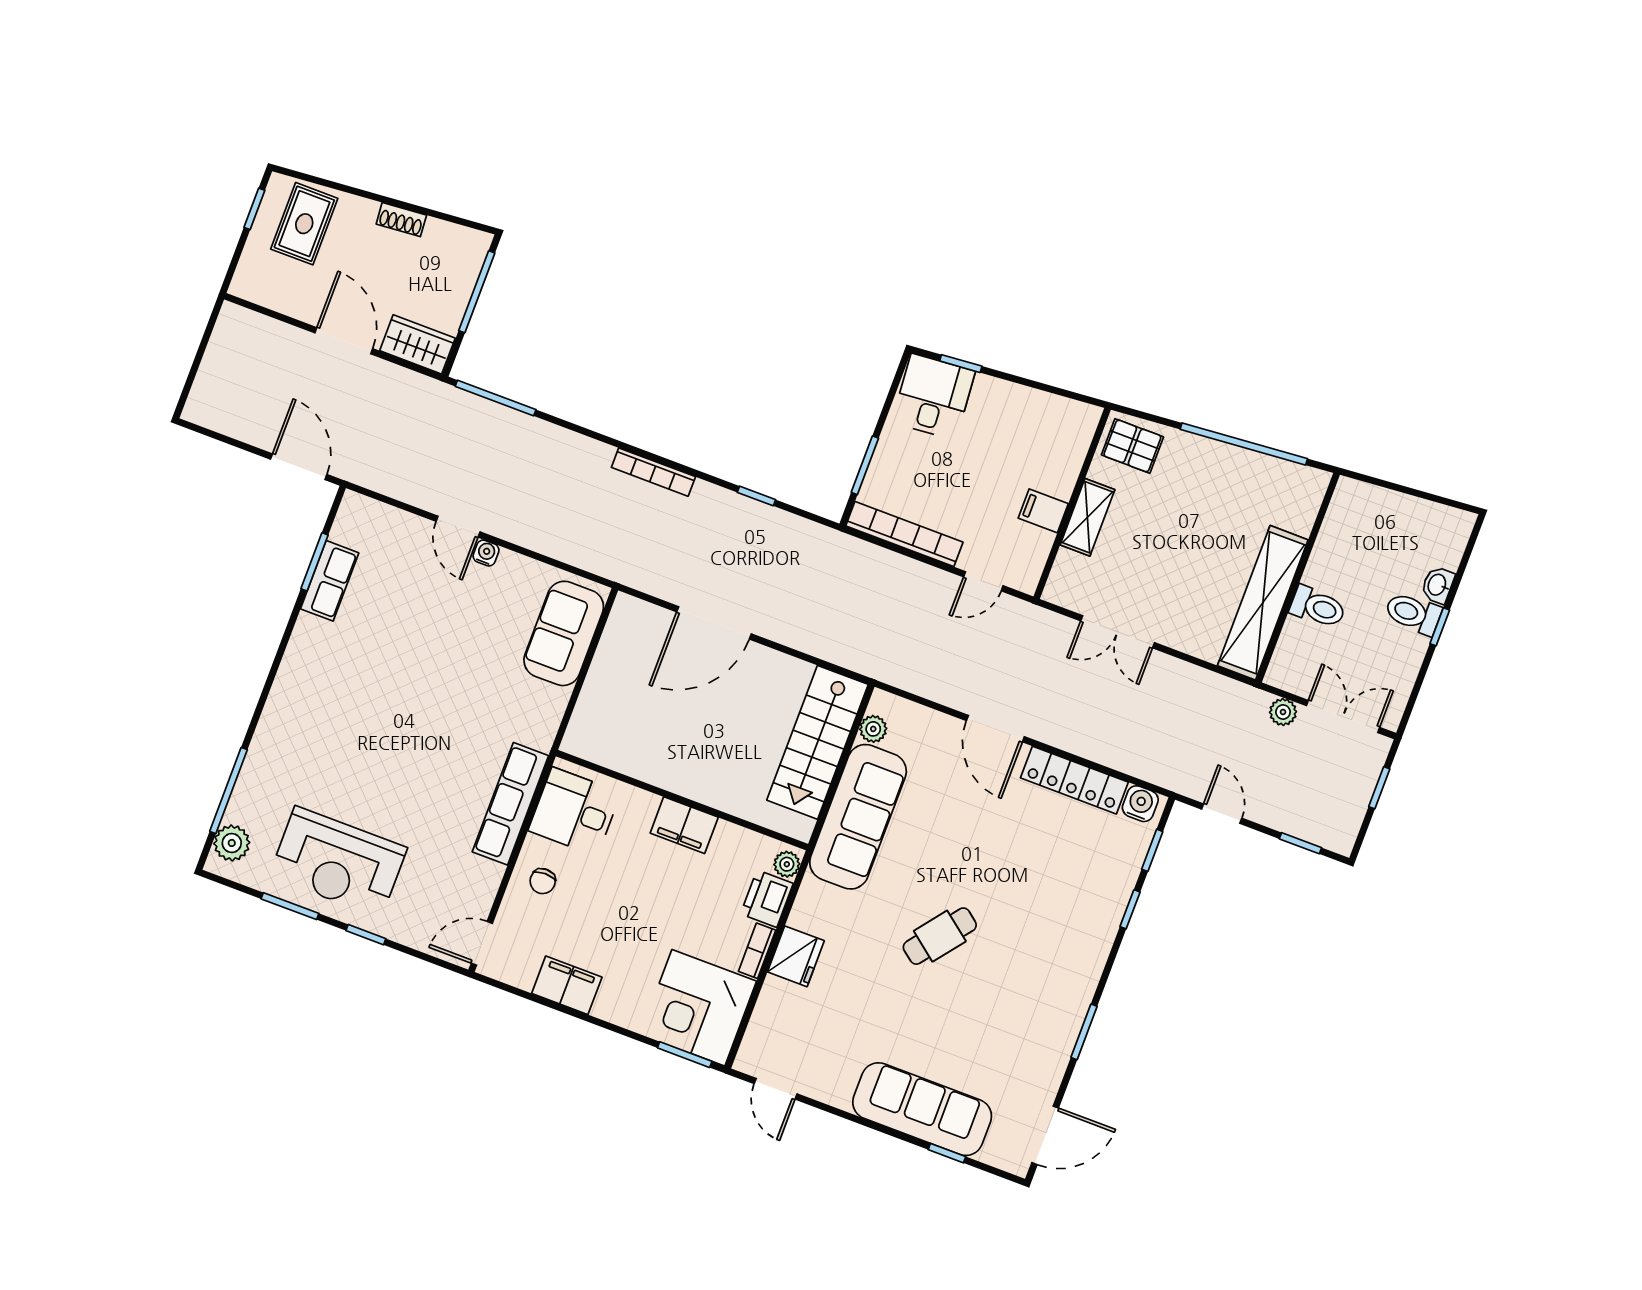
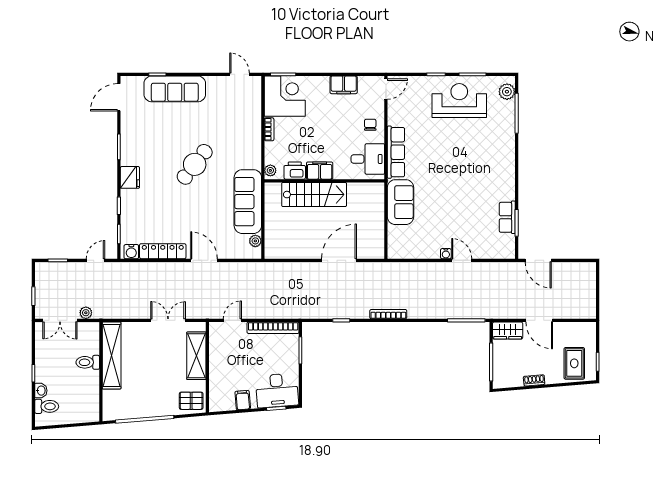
desk: (933, 397) -> (277, 390), width x1.37
filing cabinet: (1043, 511) -> (243, 400), moved, turned -95
shelving: (1087, 517) -> (196, 356), width x1.50, depth x1.33
toilet: (1413, 613) -> (47, 406), moved
sofa: (564, 633) -> (401, 202), moved
stairs: (817, 742) -> (314, 195), moved, turned 90
door: (1222, 814) -> (96, 260), swing flipped
printer: (767, 899) -> (295, 171), moved, turned -90
cafe table: (940, 936) -> (195, 164), width x1.37, depth x1.35
fridge: (796, 956) -> (130, 177), moved, turned 180

